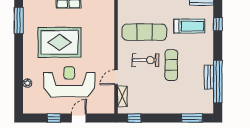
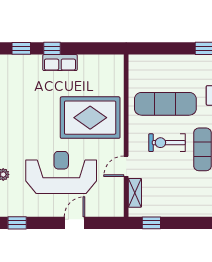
rug: (60, 42) -> (90, 118), moved
exercise bike: (146, 60) -> (167, 143), turned 180
window: (54, 118) -> (17, 223), moved

